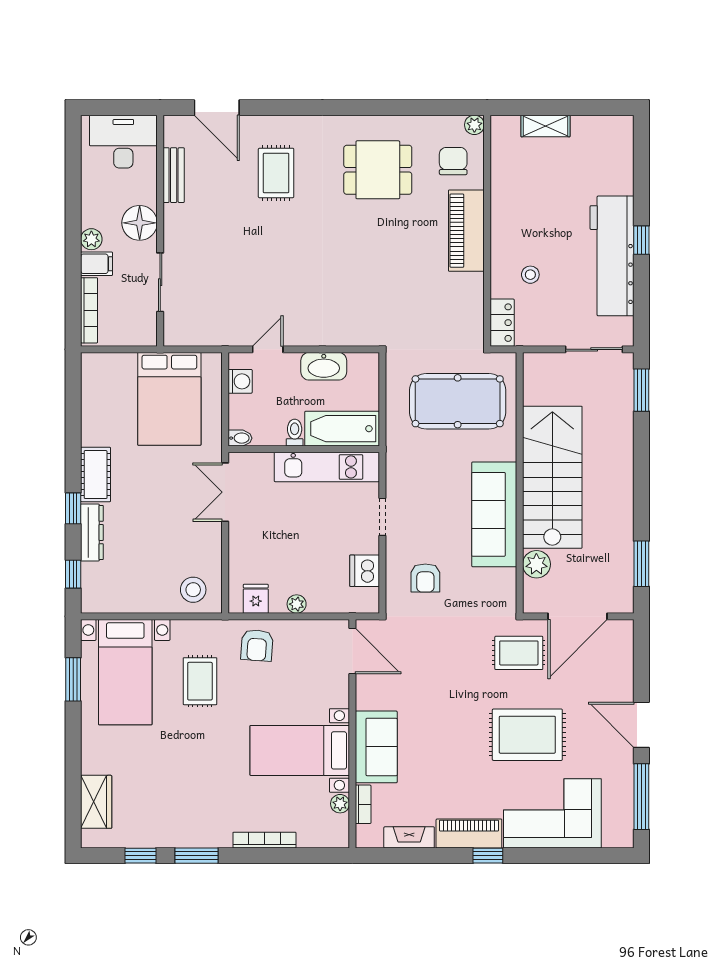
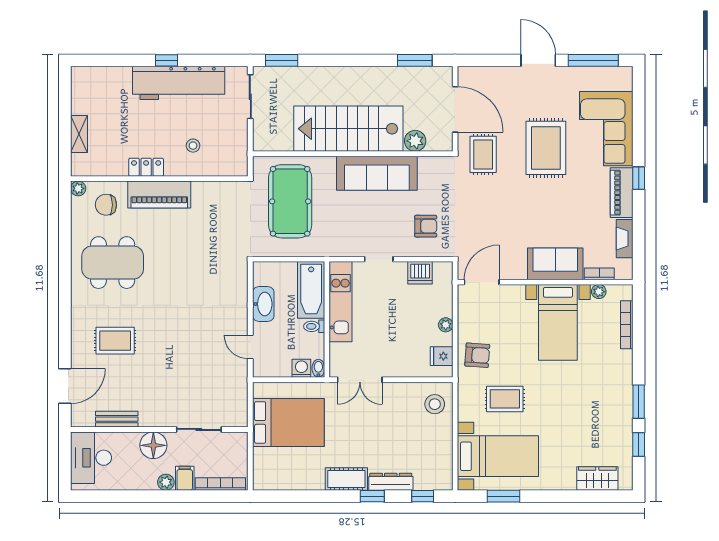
dining table: (378, 170) -> (113, 263), width x1.37
locker: (502, 323) -> (146, 167), moved
washing machine: (240, 381) -> (301, 368), moved
door: (641, 725) -> (538, 60), swing flipped
bookcase: (264, 840) -> (627, 325), moved

